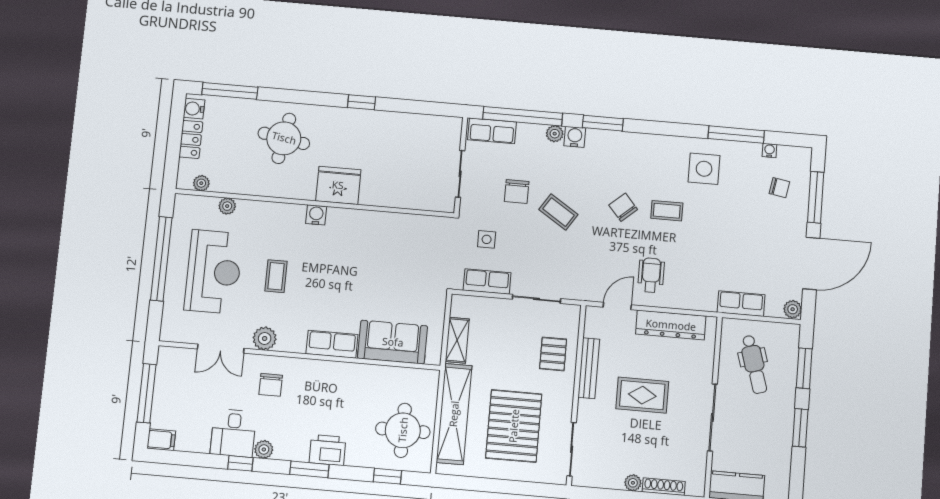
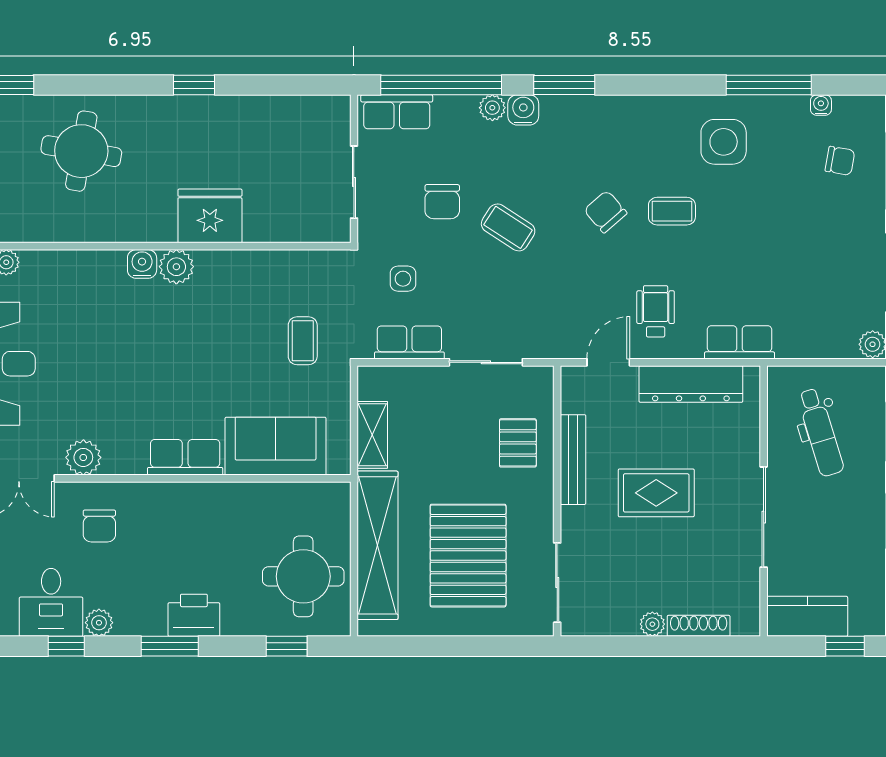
fridge: (338, 185) -> (210, 216), moved
plant: (339, 219) -> (176, 267), added
coffee table: (276, 276) -> (303, 341), moved
row of seats: (741, 304) -> (740, 342), moved

